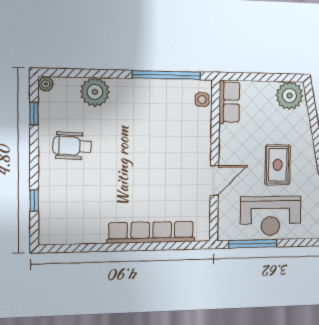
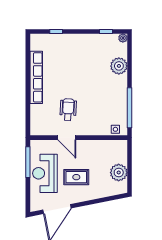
plant: (289, 96) -> (119, 173), moved
row of seats: (229, 102) -> (114, 146), removed
wheelchair: (72, 146) -> (68, 110), moved
row of seats: (151, 232) -> (36, 77), moved

